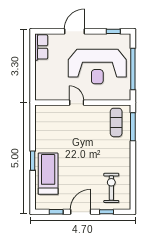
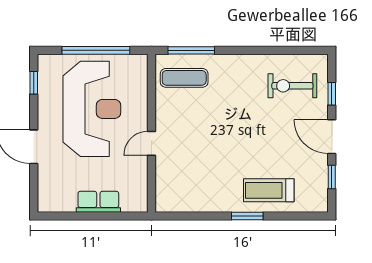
row of seats: (41, 47) -> (98, 202), moved
treadmill: (48, 174) -> (269, 190), width x0.73, depth x0.73

